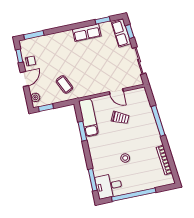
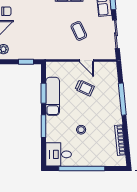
coffee table: (64, 84) -> (79, 31), moved
window: (46, 108) -> (26, 62), moved
exam couch: (88, 118) -> (53, 96), moved
window: (93, 180) -> (44, 126), moved

